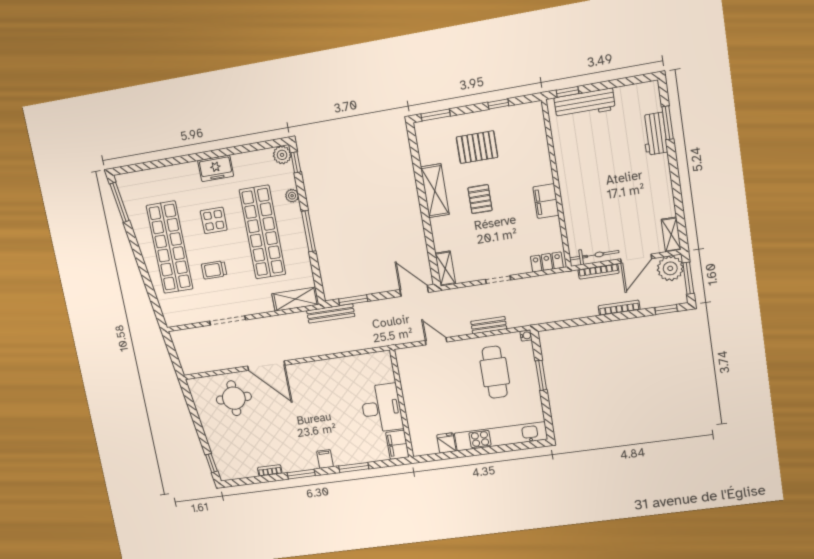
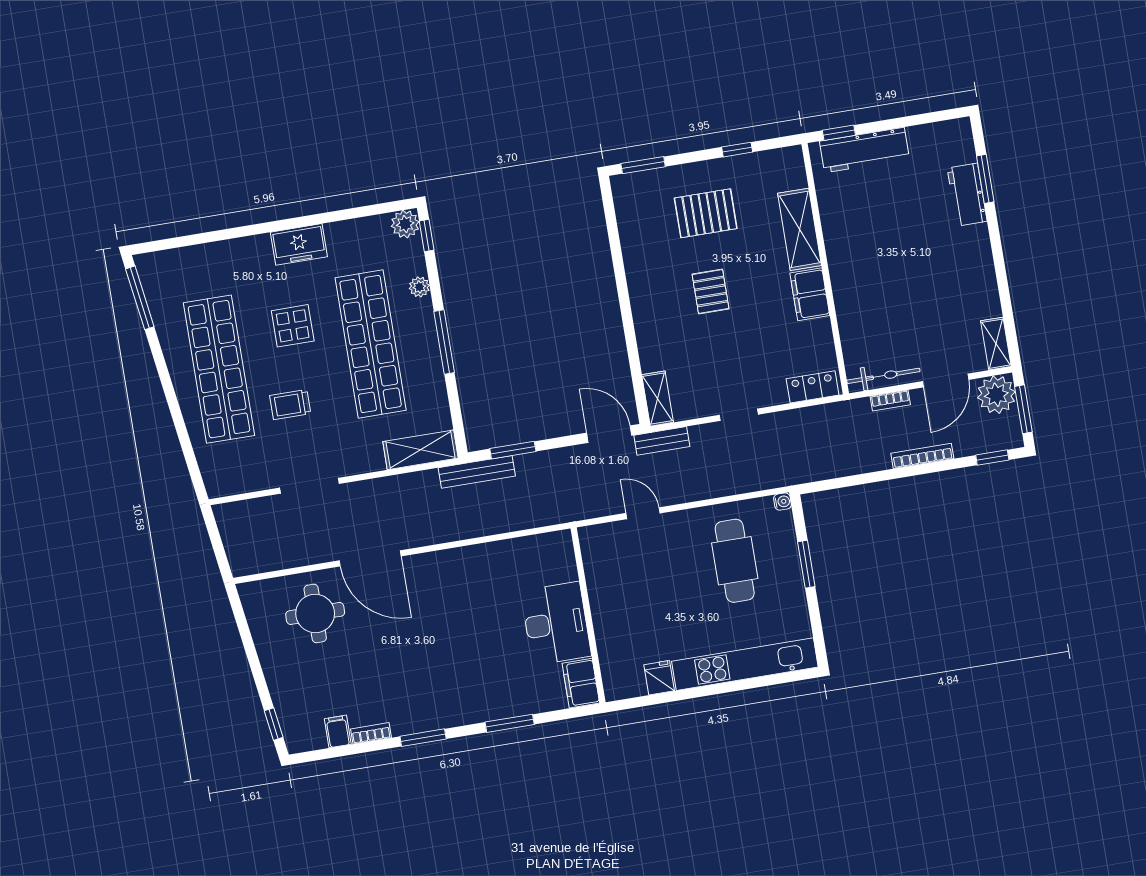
shelving: (435, 191) -> (800, 229), moved
bookcase: (598, 271) -> (890, 401), width x0.64
bench: (489, 325) -> (662, 441), moved
filing cabinet: (325, 459) -> (338, 731), moved

